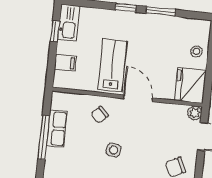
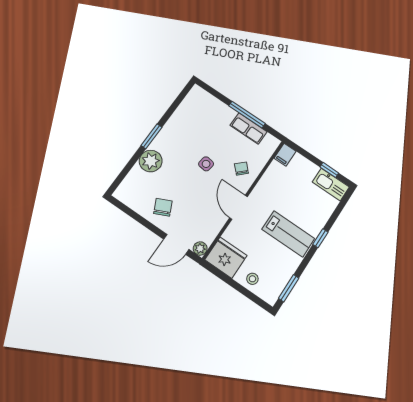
window: (161, 11) -> (289, 288), moved
filing cabinet: (65, 63) -> (285, 155), moved
lab bench: (112, 65) -> (288, 234), moved
door: (138, 98) -> (239, 207), swing flipped

